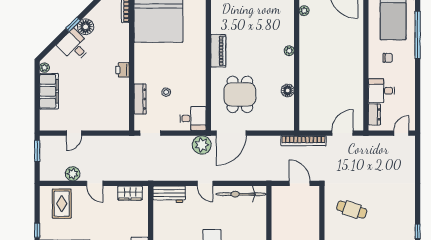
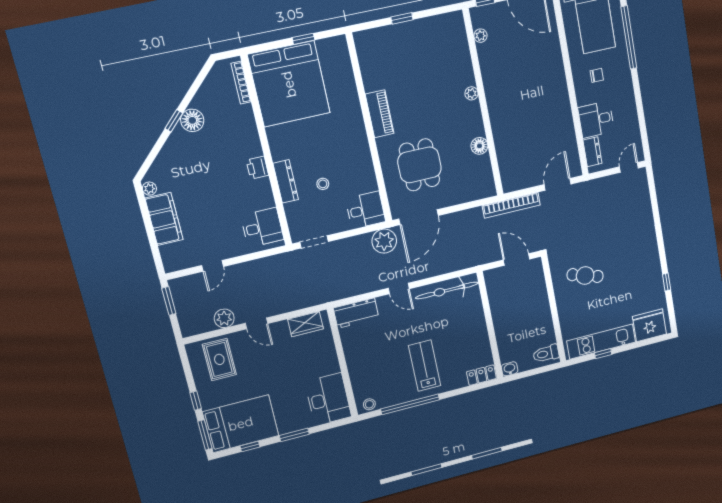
desk: (74, 46) -> (262, 227), moved, turned 135
dresser: (140, 99) -> (286, 181), moved

